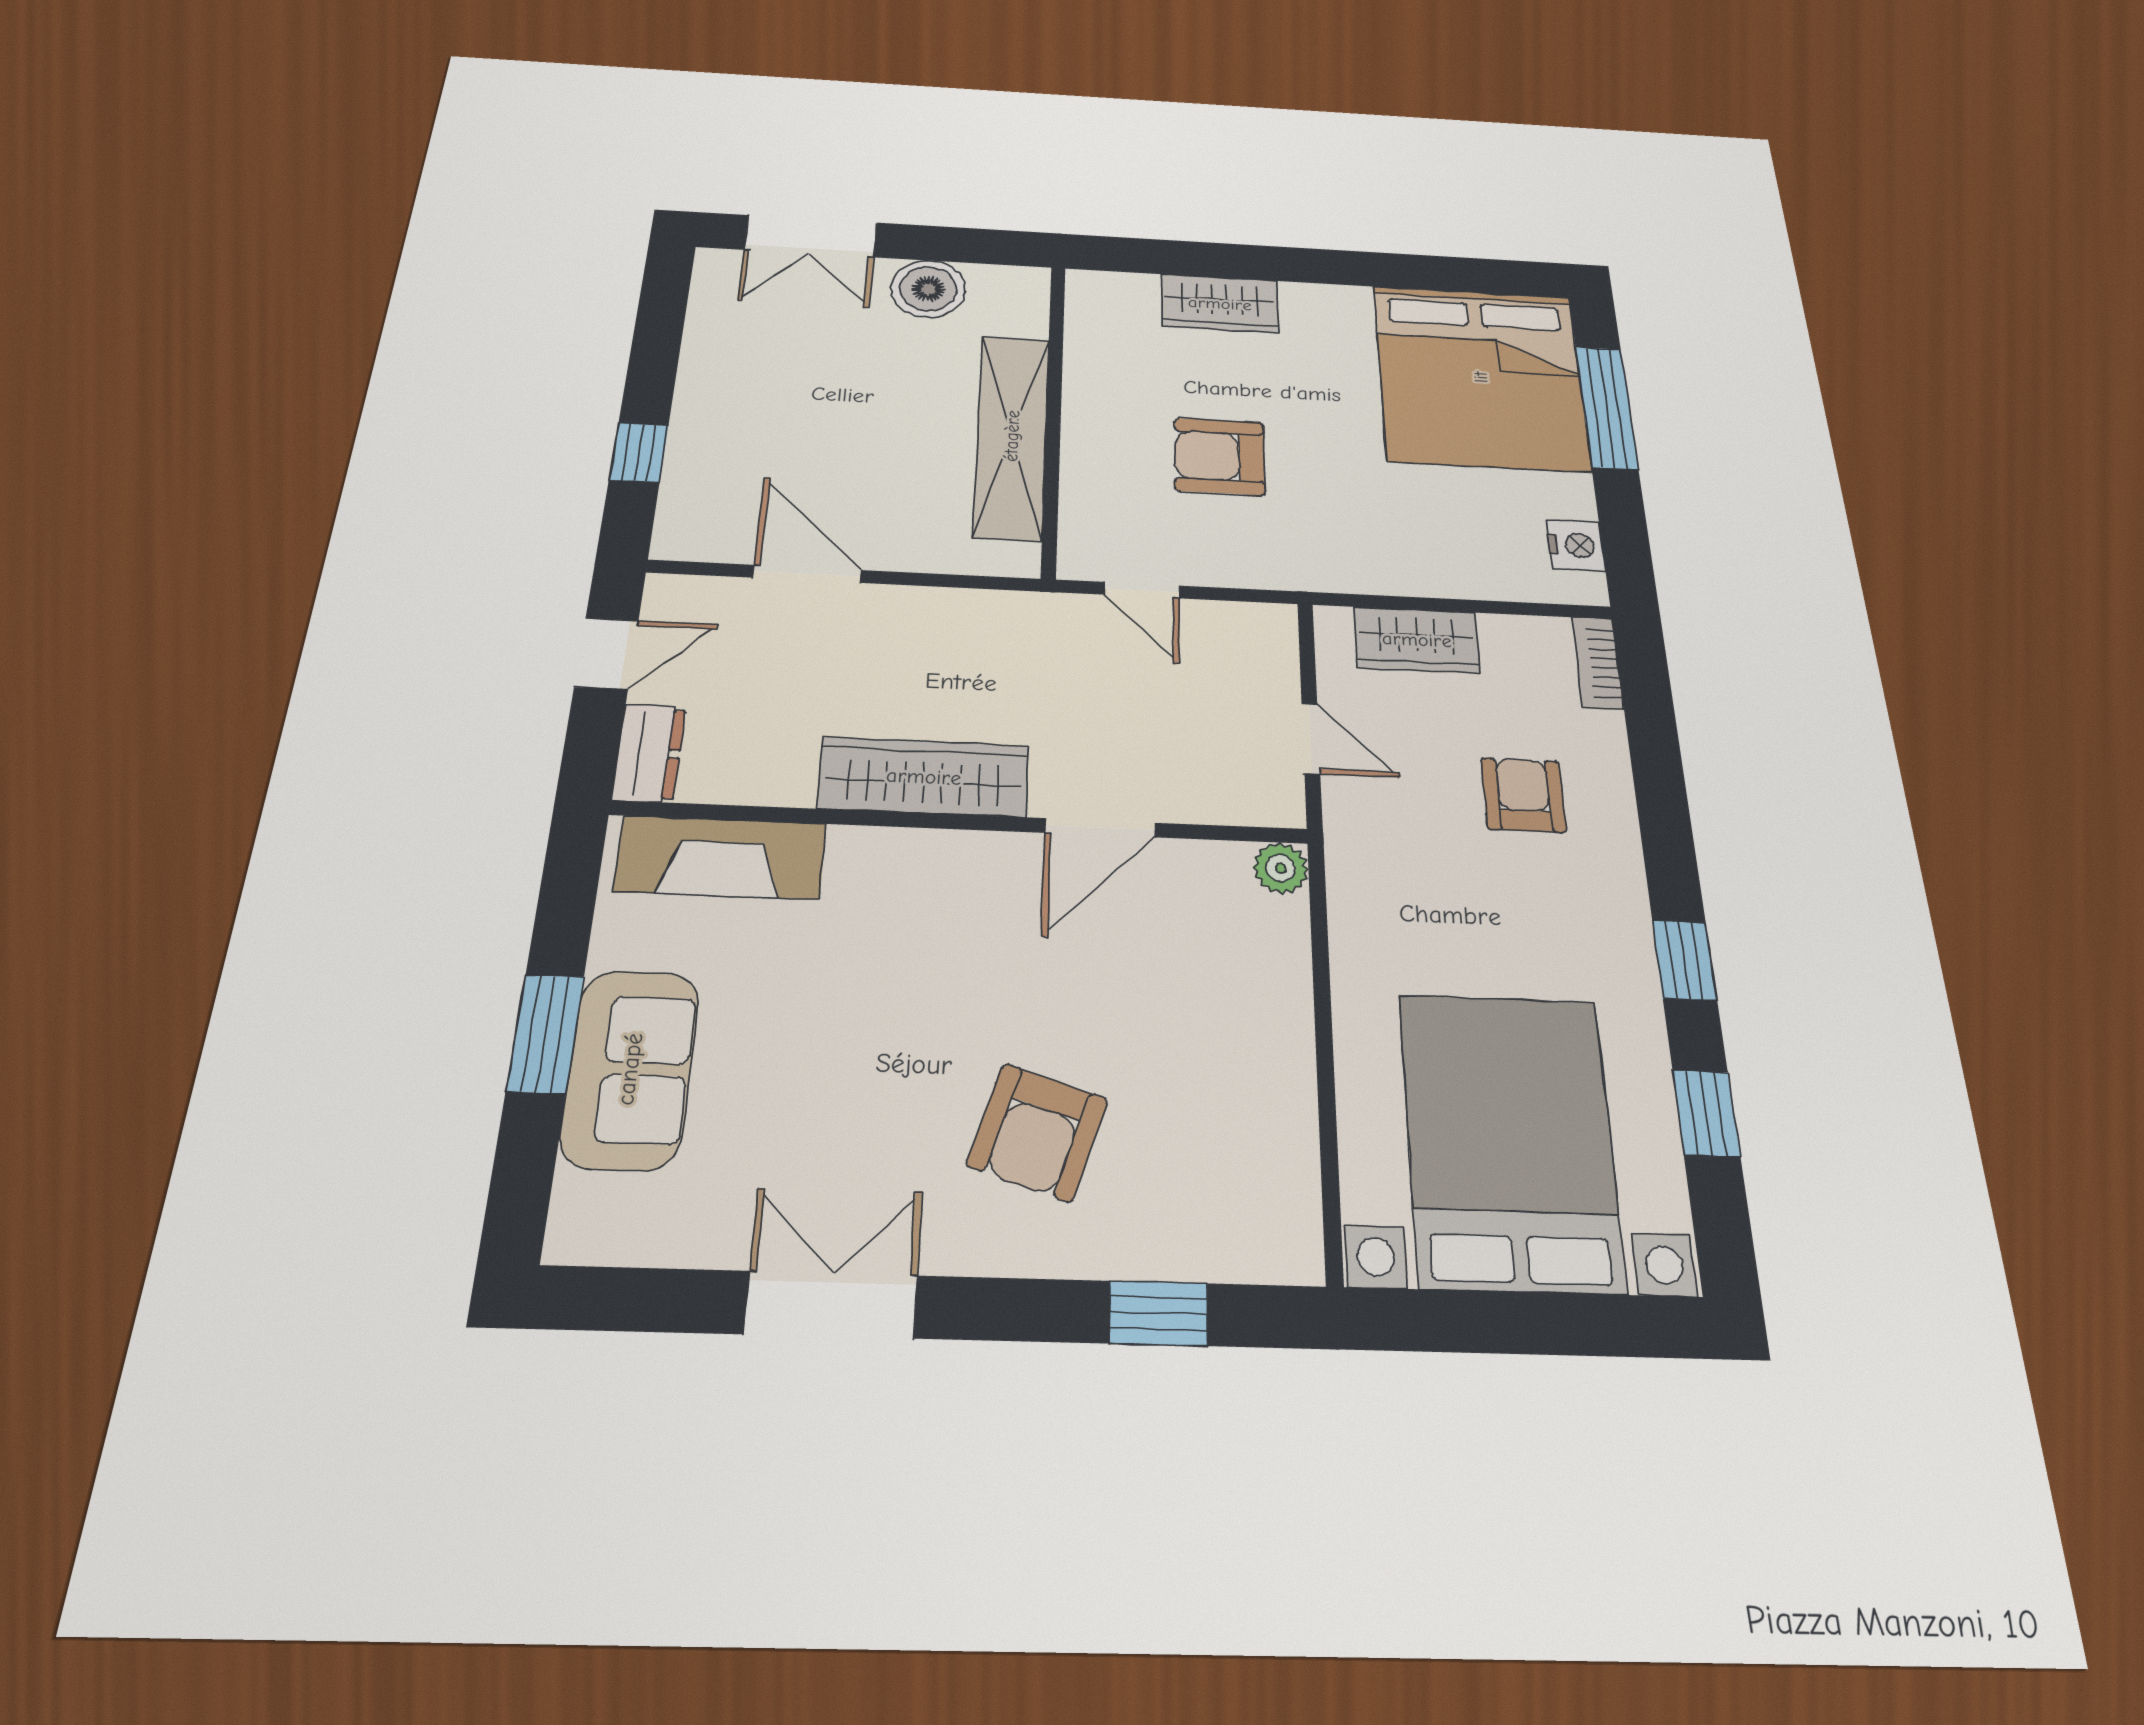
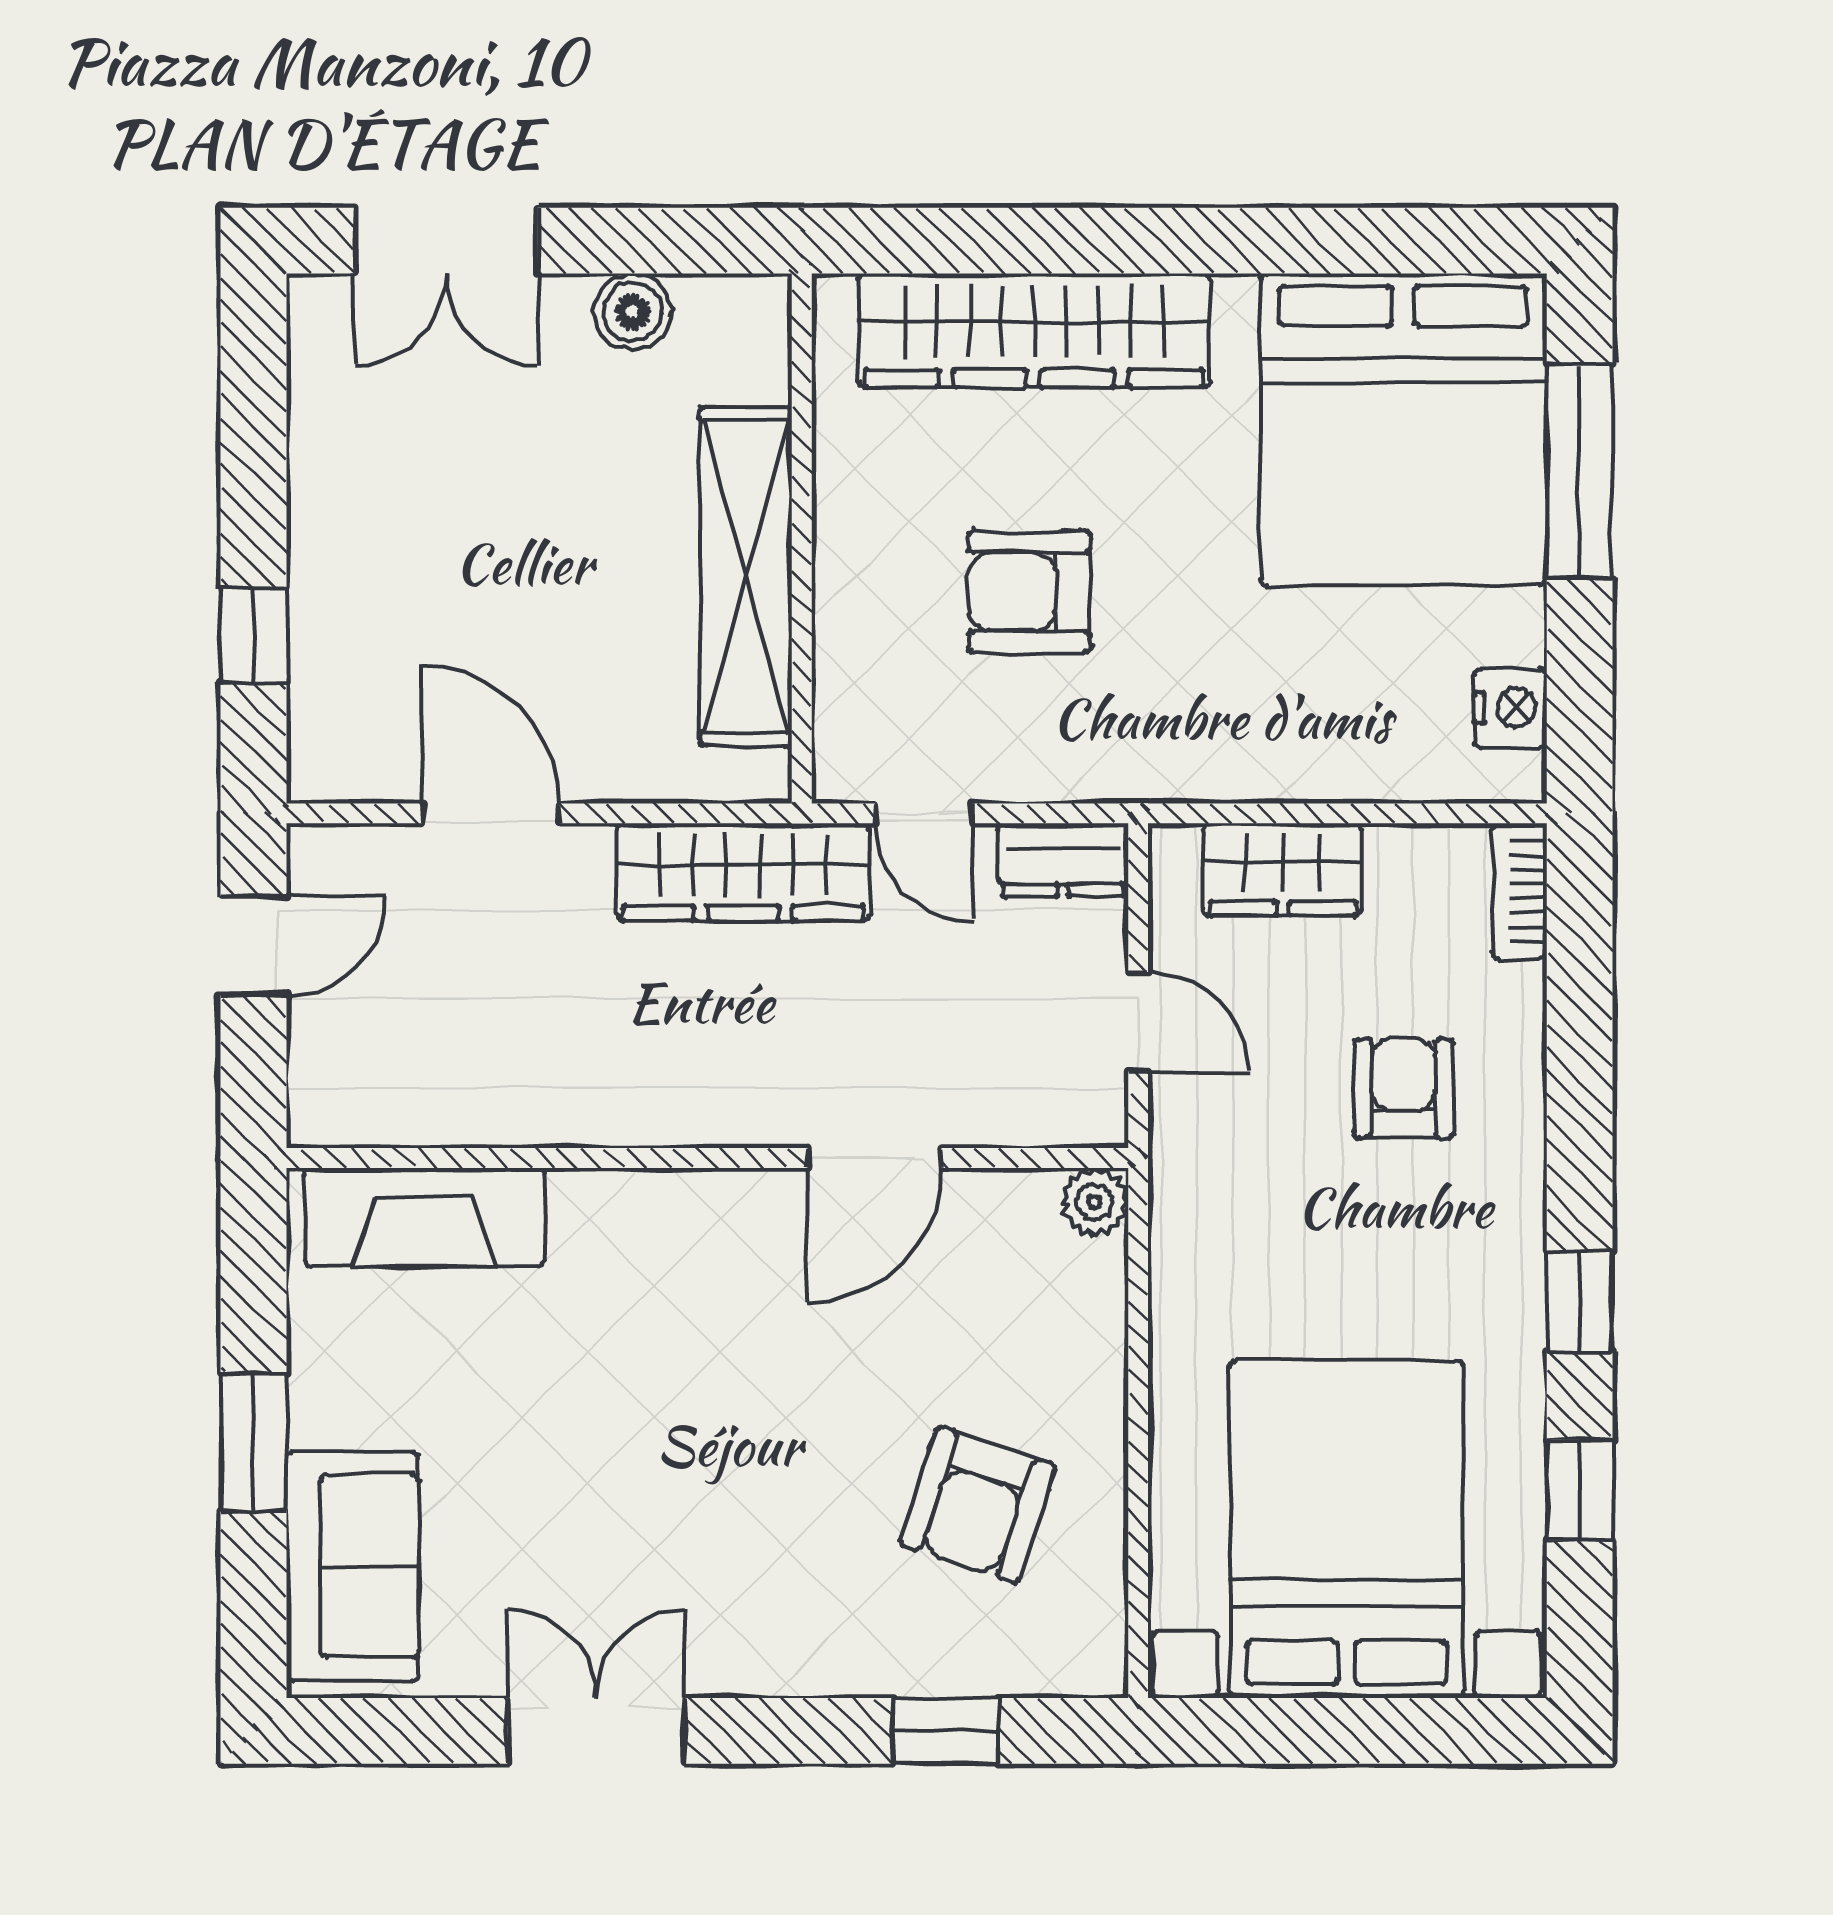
boiler: (928, 289) -> (633, 312), width x0.73, depth x0.73
wardrobe: (1220, 304) -> (1034, 330), width x2.10, depth x1.17
dresser: (649, 753) -> (1063, 860), moved, turned 90
wardrobe: (924, 777) -> (743, 872), moved, turned 180
sofa: (630, 1069) -> (353, 1566), moved
armchair: (1037, 1132) -> (977, 1505), moved

